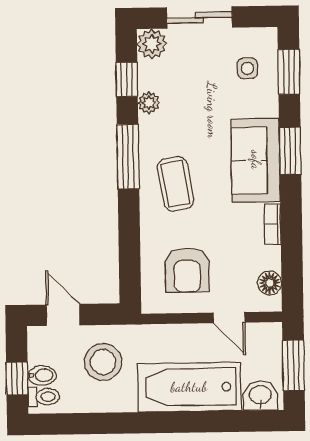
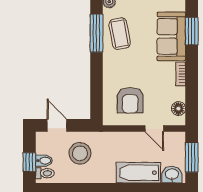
coffee table: (176, 184) -> (120, 34), moved
bathtub: (189, 387) -> (138, 173), width x0.73, depth x0.73

